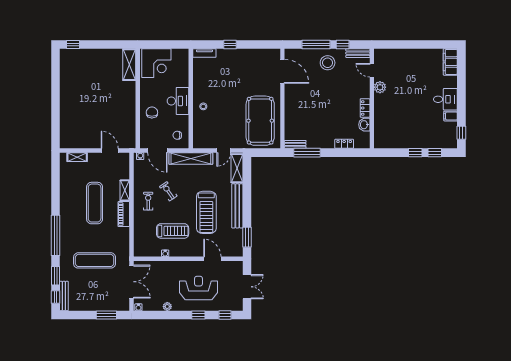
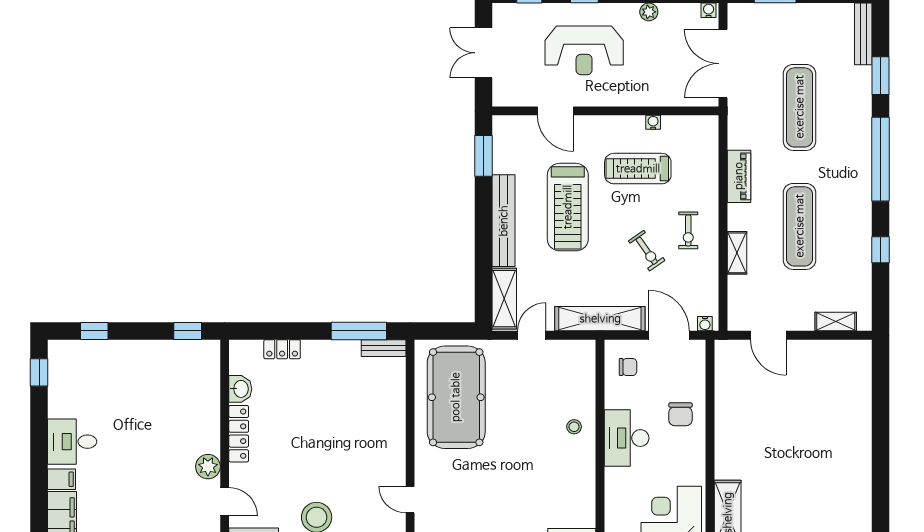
door: (282, 71) -> (410, 500), width x0.53
locker: (365, 108) -> (239, 434), width x1.53
filing cabinet: (451, 116) -> (62, 479), moved
window: (415, 153) -> (188, 331), moved
treadmill: (206, 212) -> (568, 207), turned 180
piano: (124, 214) -> (739, 176), moved
exercise mat: (95, 260) -> (800, 107), turned 90
window: (56, 297) -> (880, 250), moved

